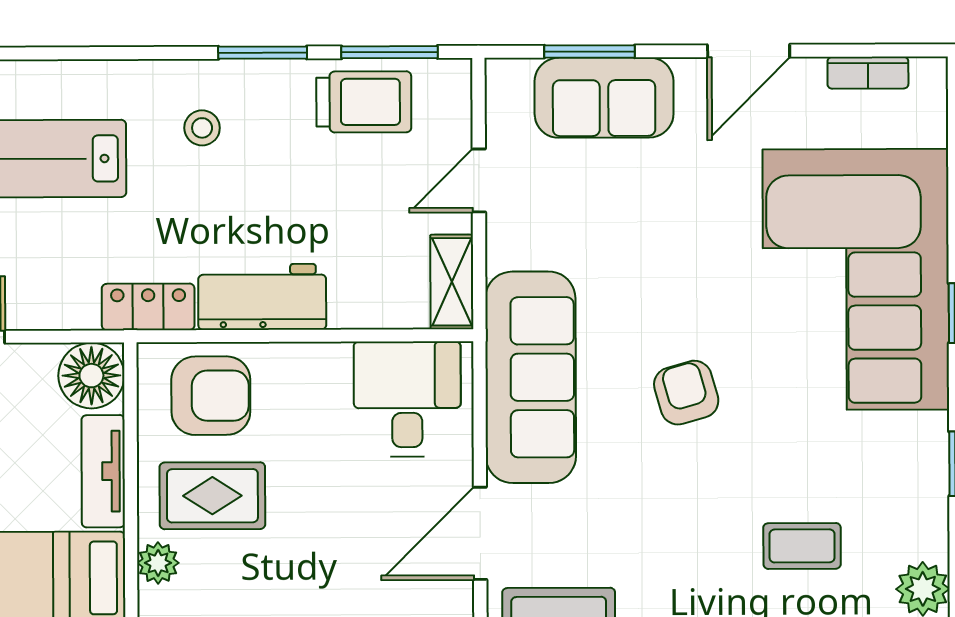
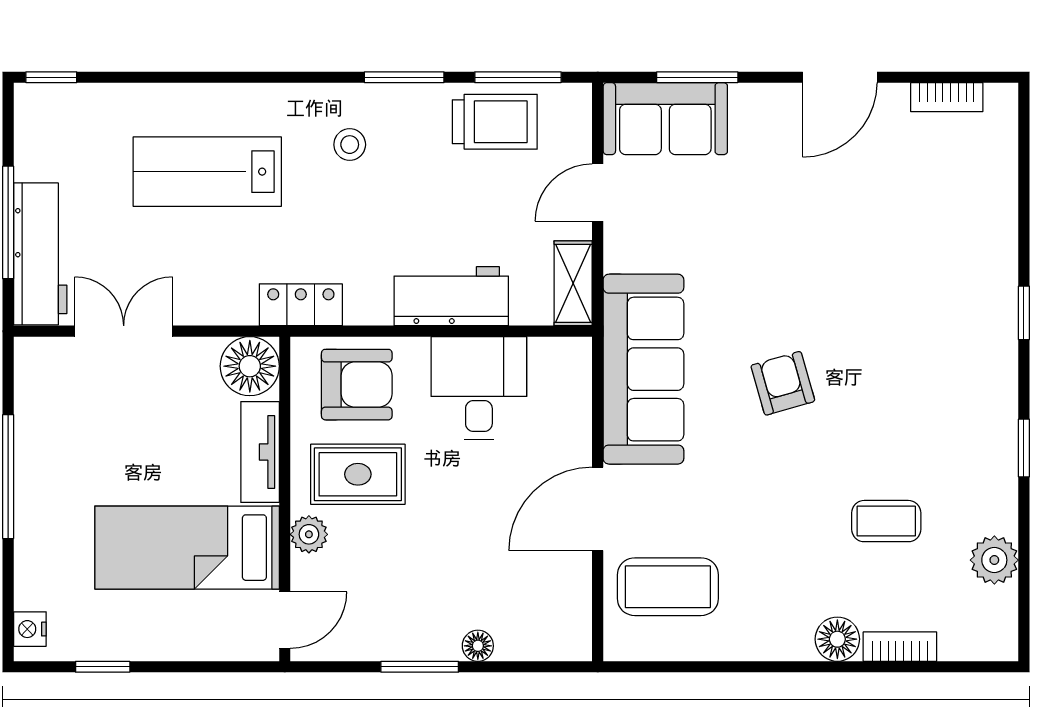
sofa: (604, 98) -> (665, 119), moved
corner sofa: (856, 279) -> (935, 282), removed
workbench: (262, 297) -> (451, 296), moved
desk: (407, 399) -> (479, 388), moved

